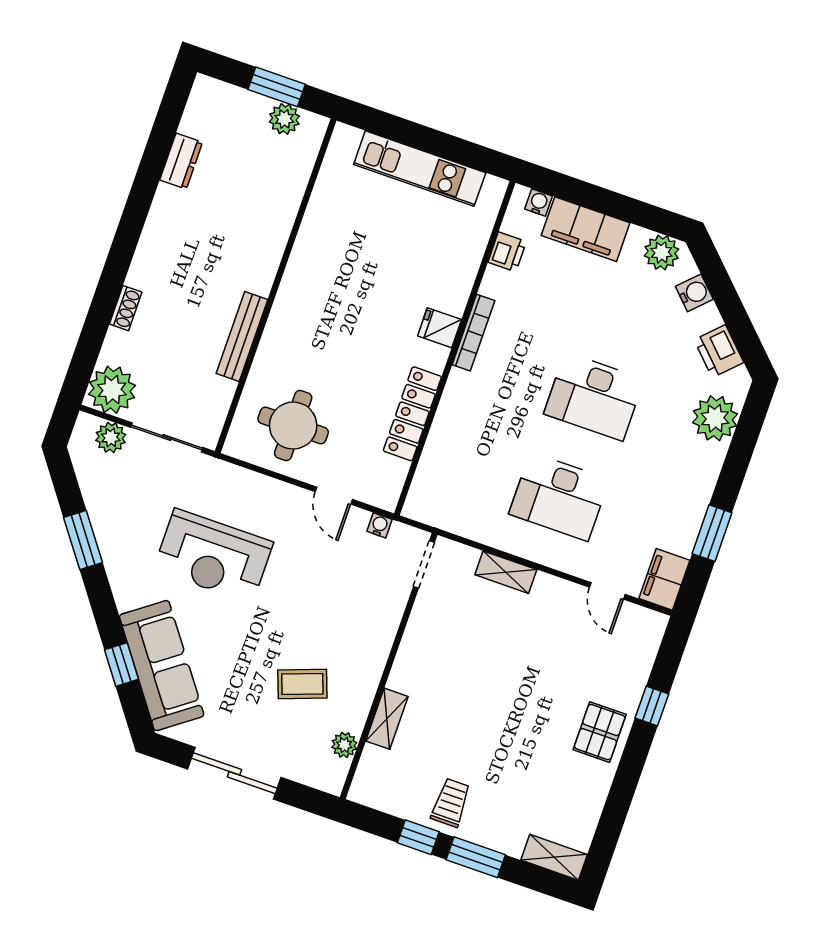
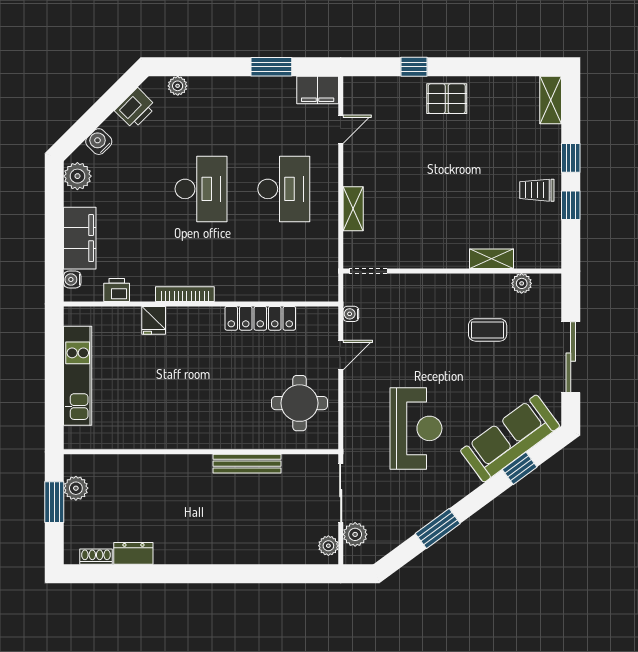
shoe rack: (126, 308) -> (96, 557), moved
fridge: (440, 328) -> (154, 320), moved
plant: (112, 390) -> (328, 546), width x0.53, depth x0.53
plant: (715, 418) -> (178, 86), width x0.53, depth x0.53
coffee table: (302, 684) -> (488, 330), turned -70
window: (476, 857) -> (571, 158), width x0.67

